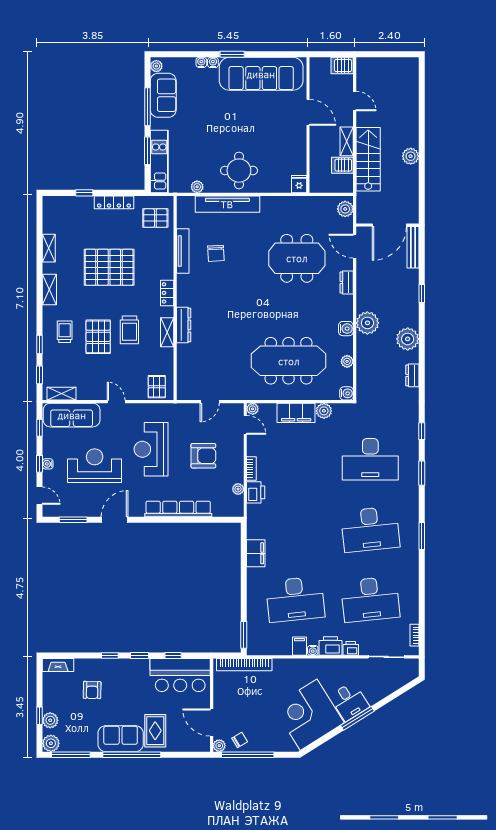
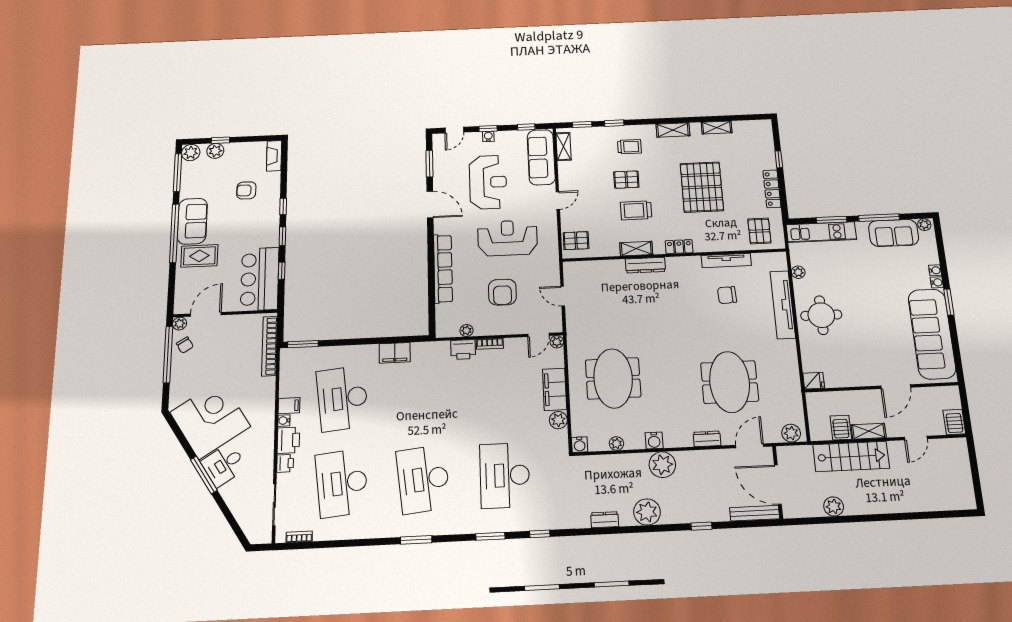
plant: (411, 156) -> (834, 506), moved
pallet: (98, 337) -> (626, 180), width x0.67, depth x0.71
meeting table: (289, 361) -> (613, 378), width x0.73

